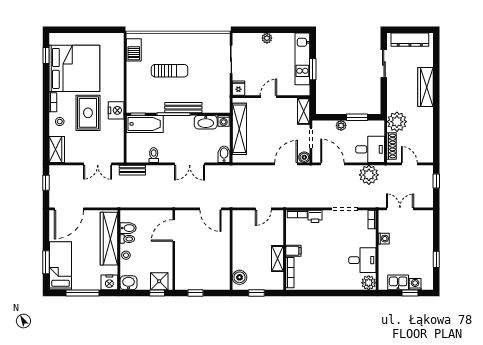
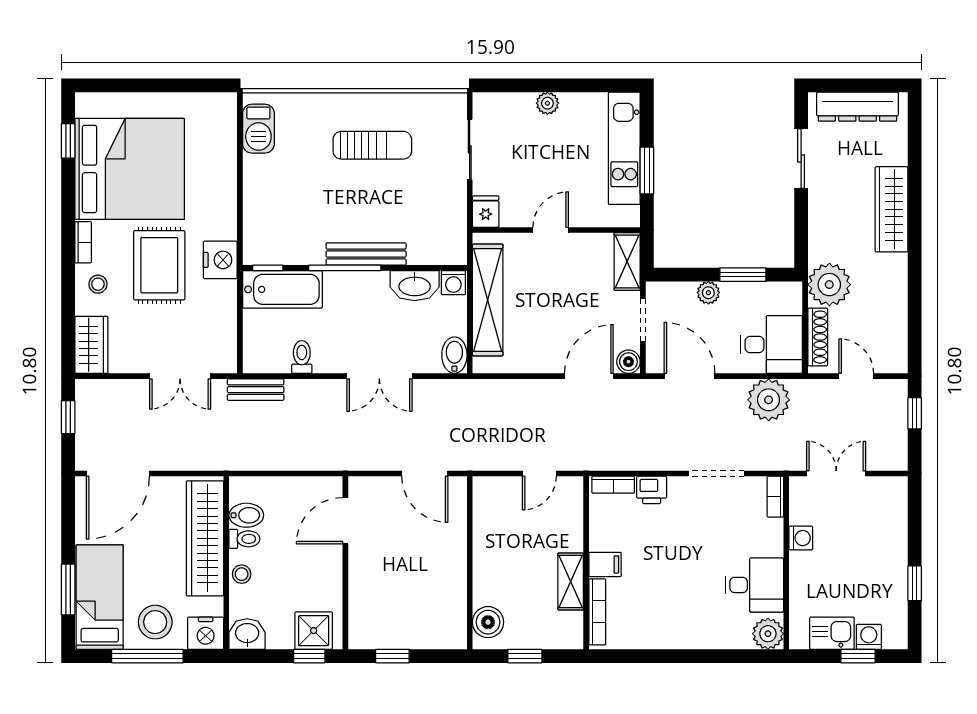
sun lounger: (170, 71) -> (372, 145), moved
stool: (86, 277) -> (155, 622), added

